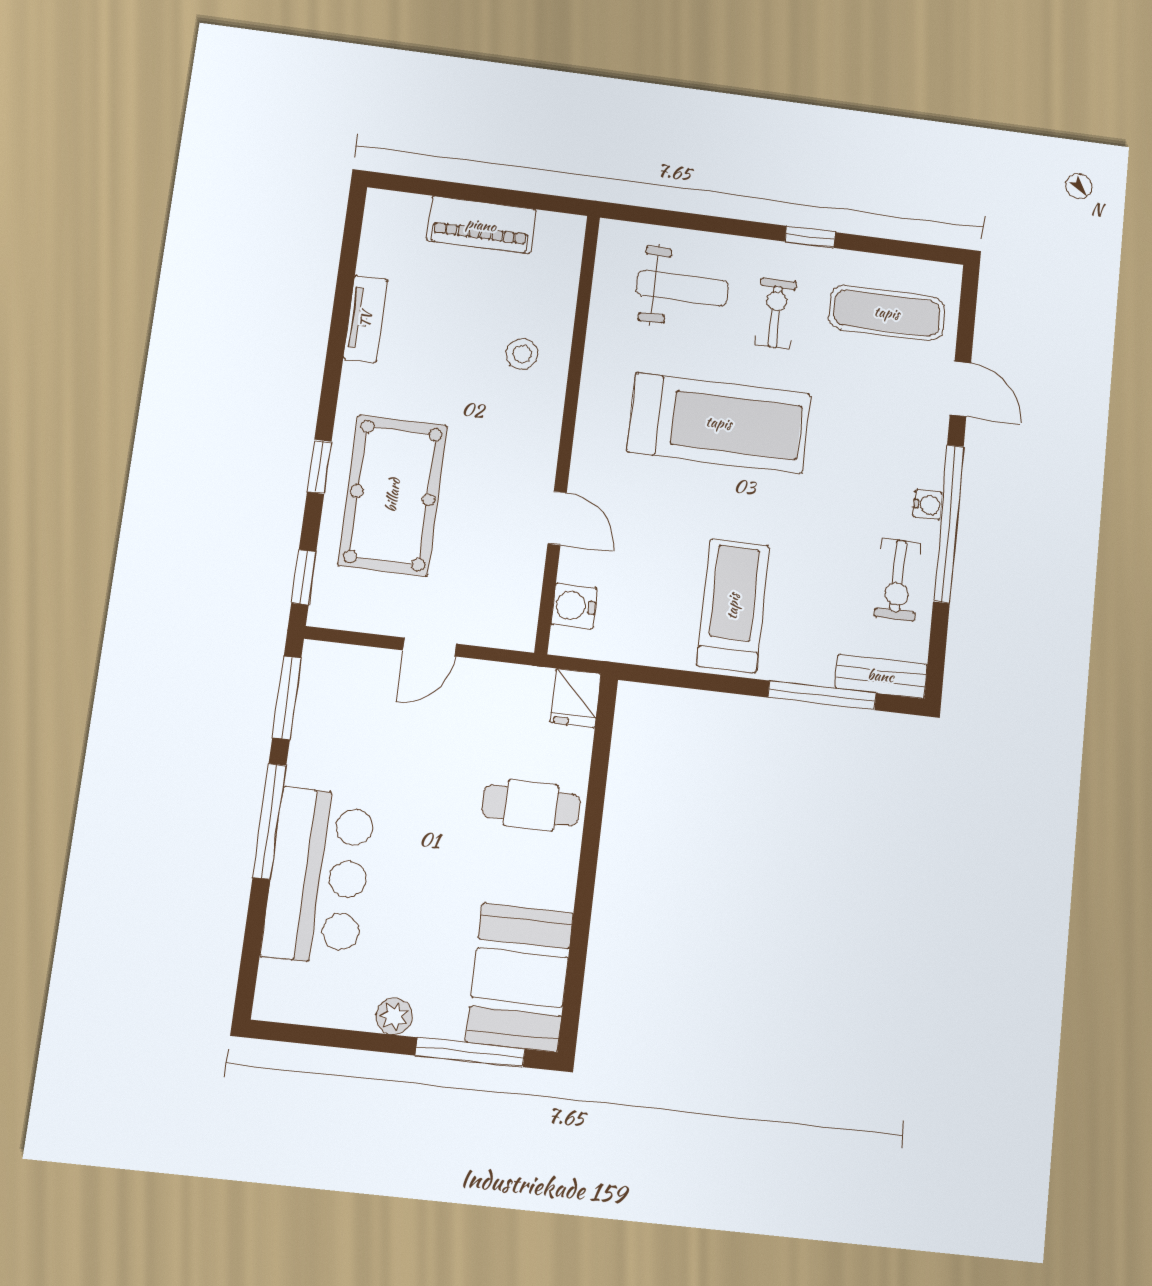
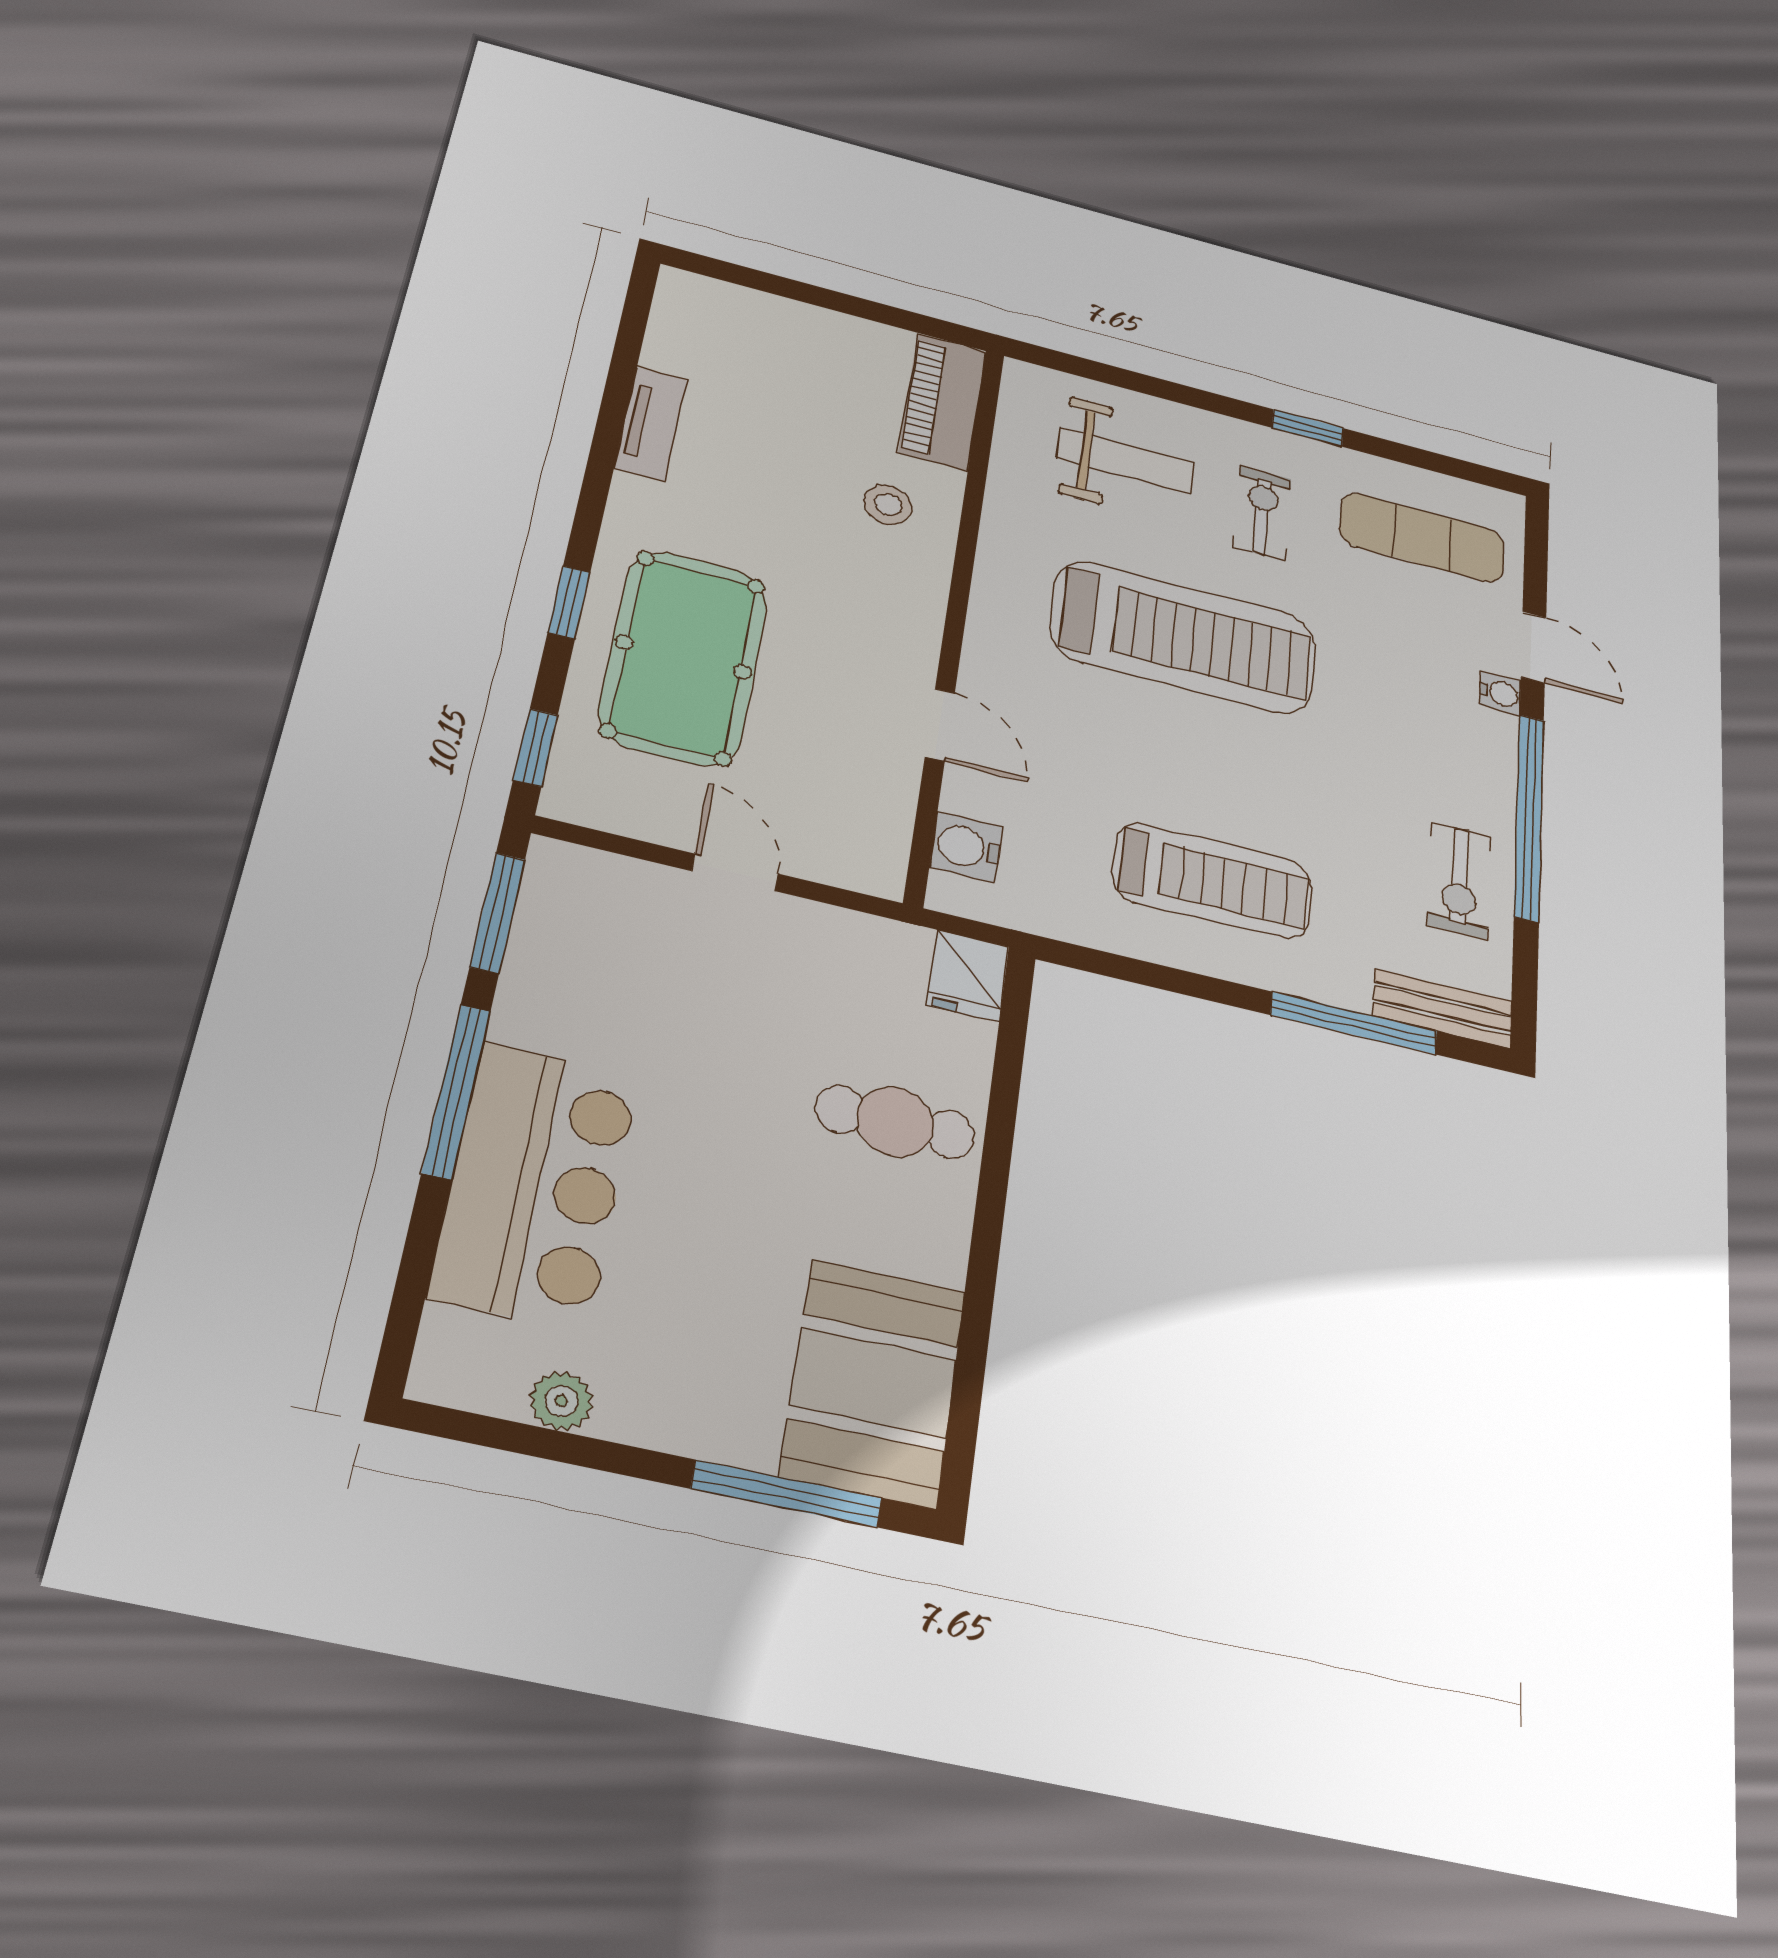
piano: (481, 225) -> (943, 402), moved, turned 90
water cooler: (928, 505) -> (1500, 693), moved
treadmill: (733, 606) -> (1212, 881), turned 90
door: (429, 647) -> (735, 872), swing flipped
plant: (394, 1016) -> (561, 1401), moved

